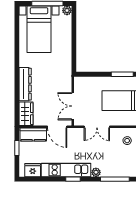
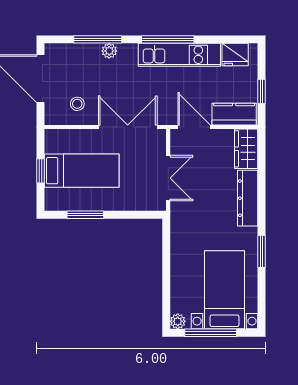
window: (17, 52) -> (261, 251), added
double door: (73, 106) -> (168, 178), moved
double door: (97, 127) -> (128, 127), width x1.37
plant: (96, 172) -> (109, 51), moved
window: (73, 179) -> (168, 39), width x2.17

